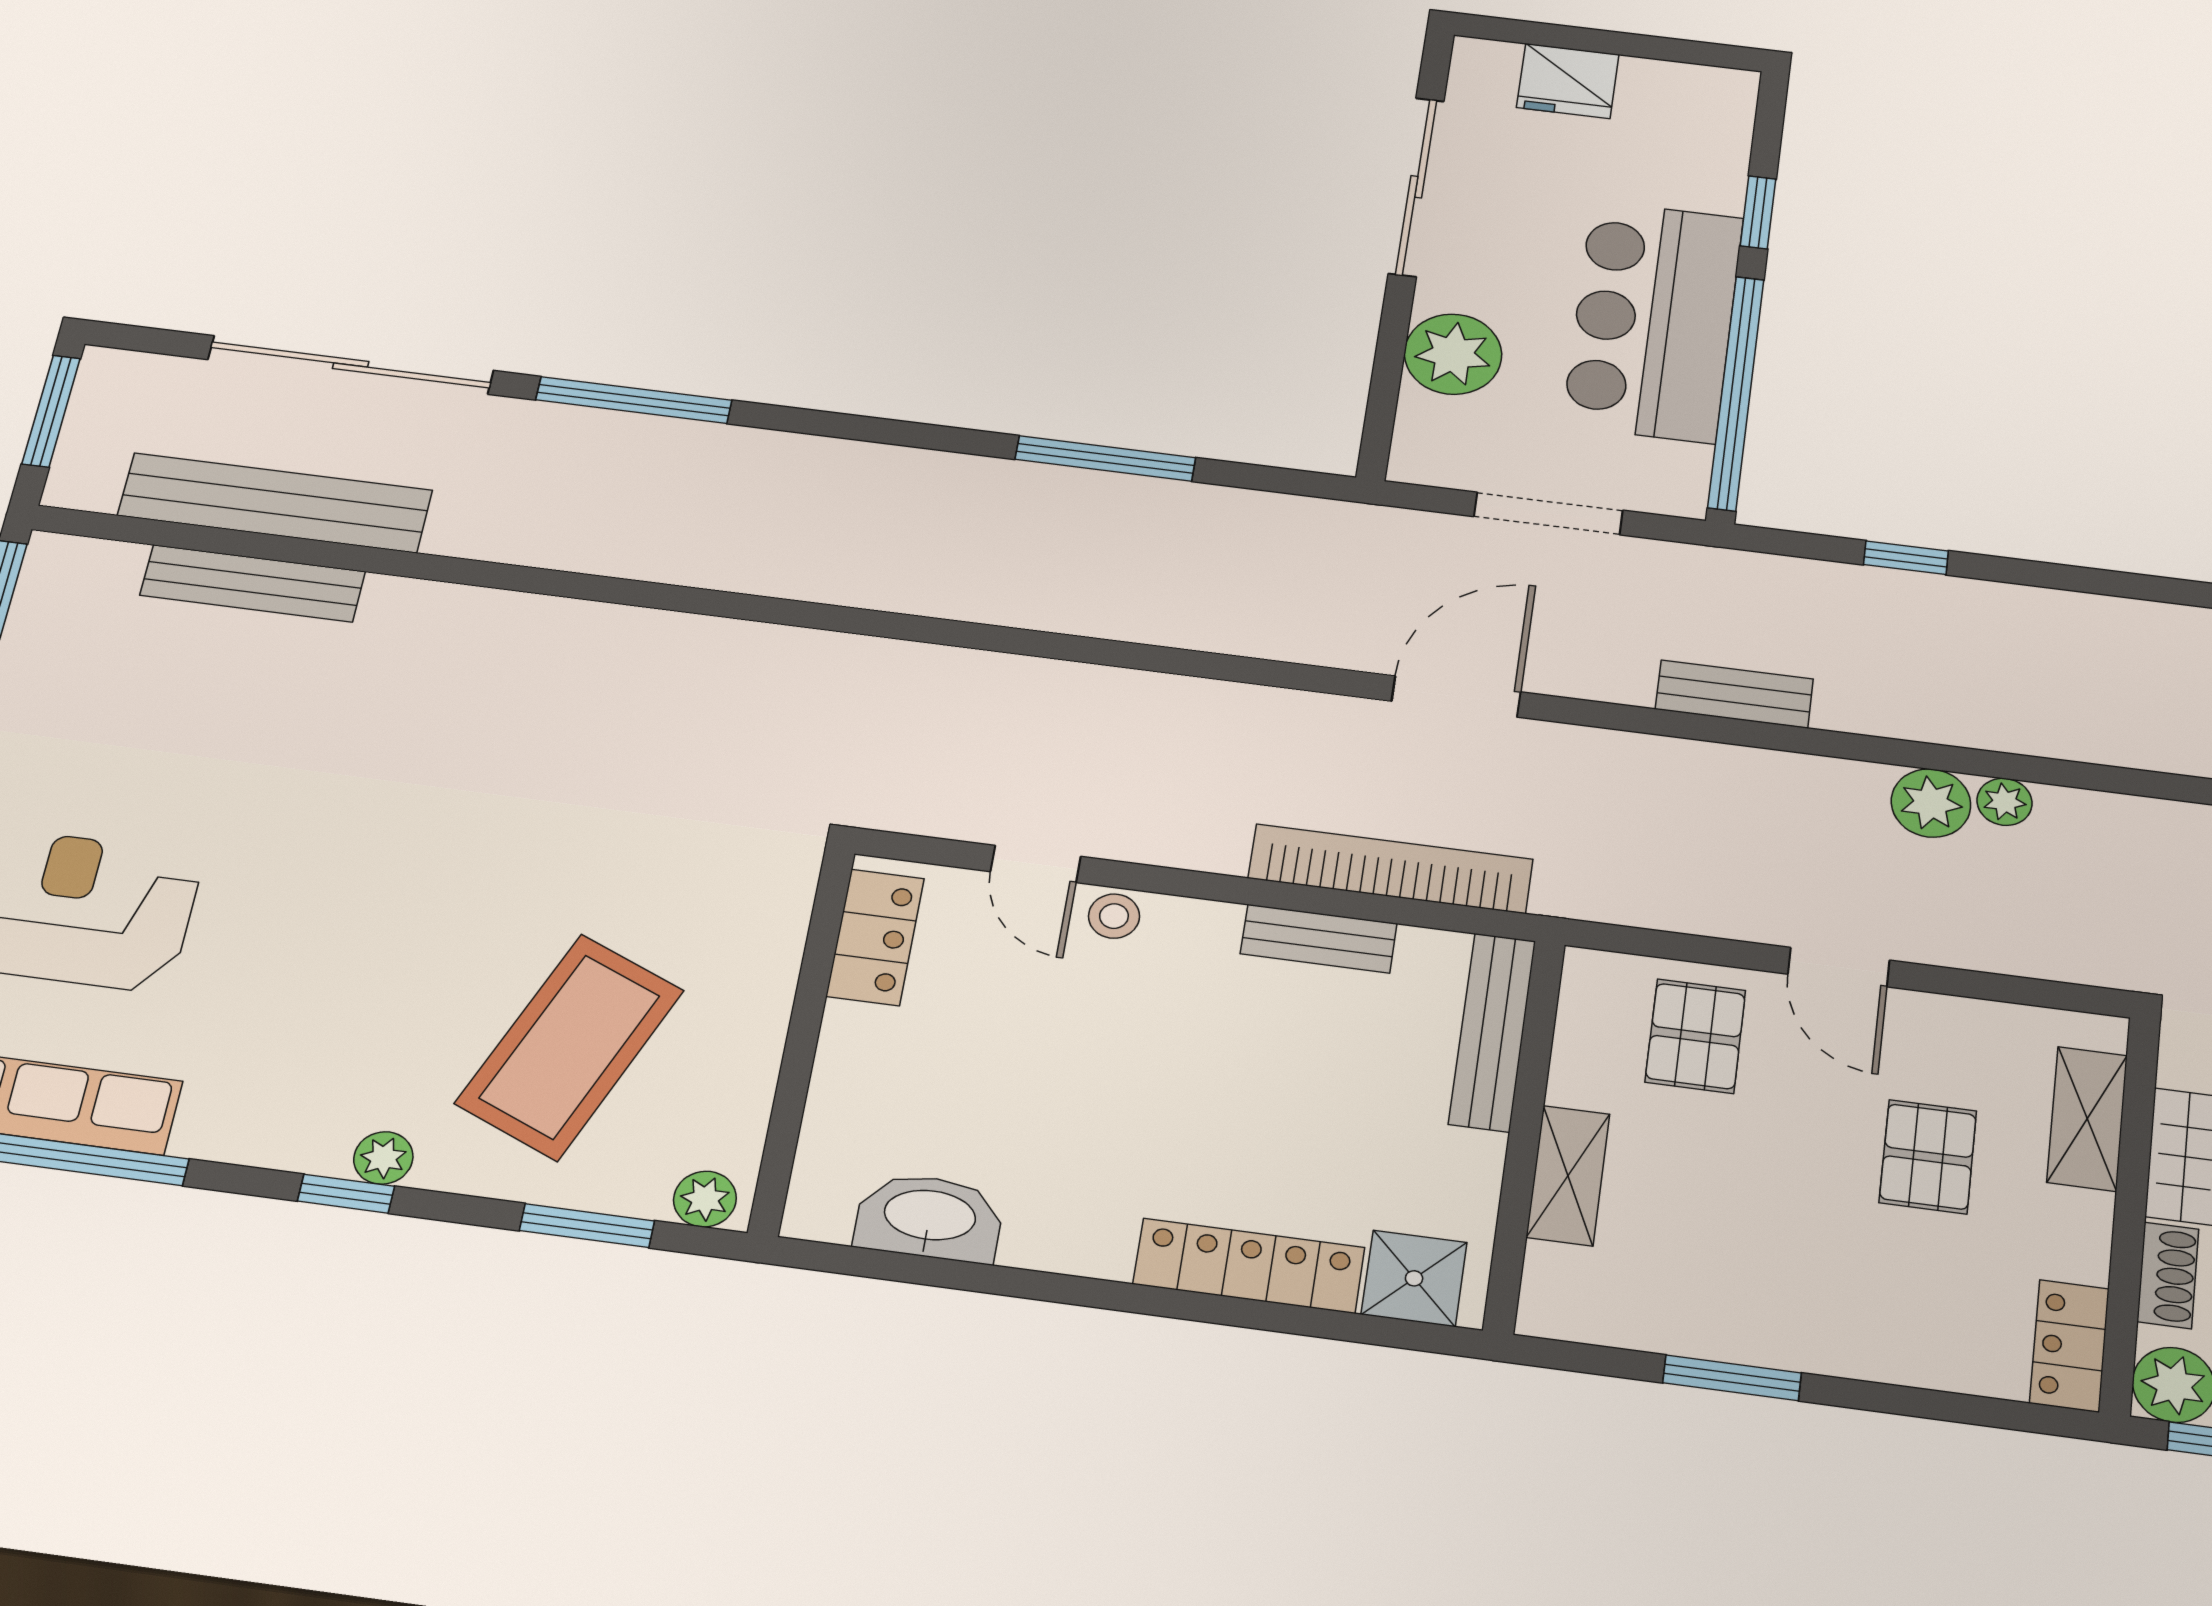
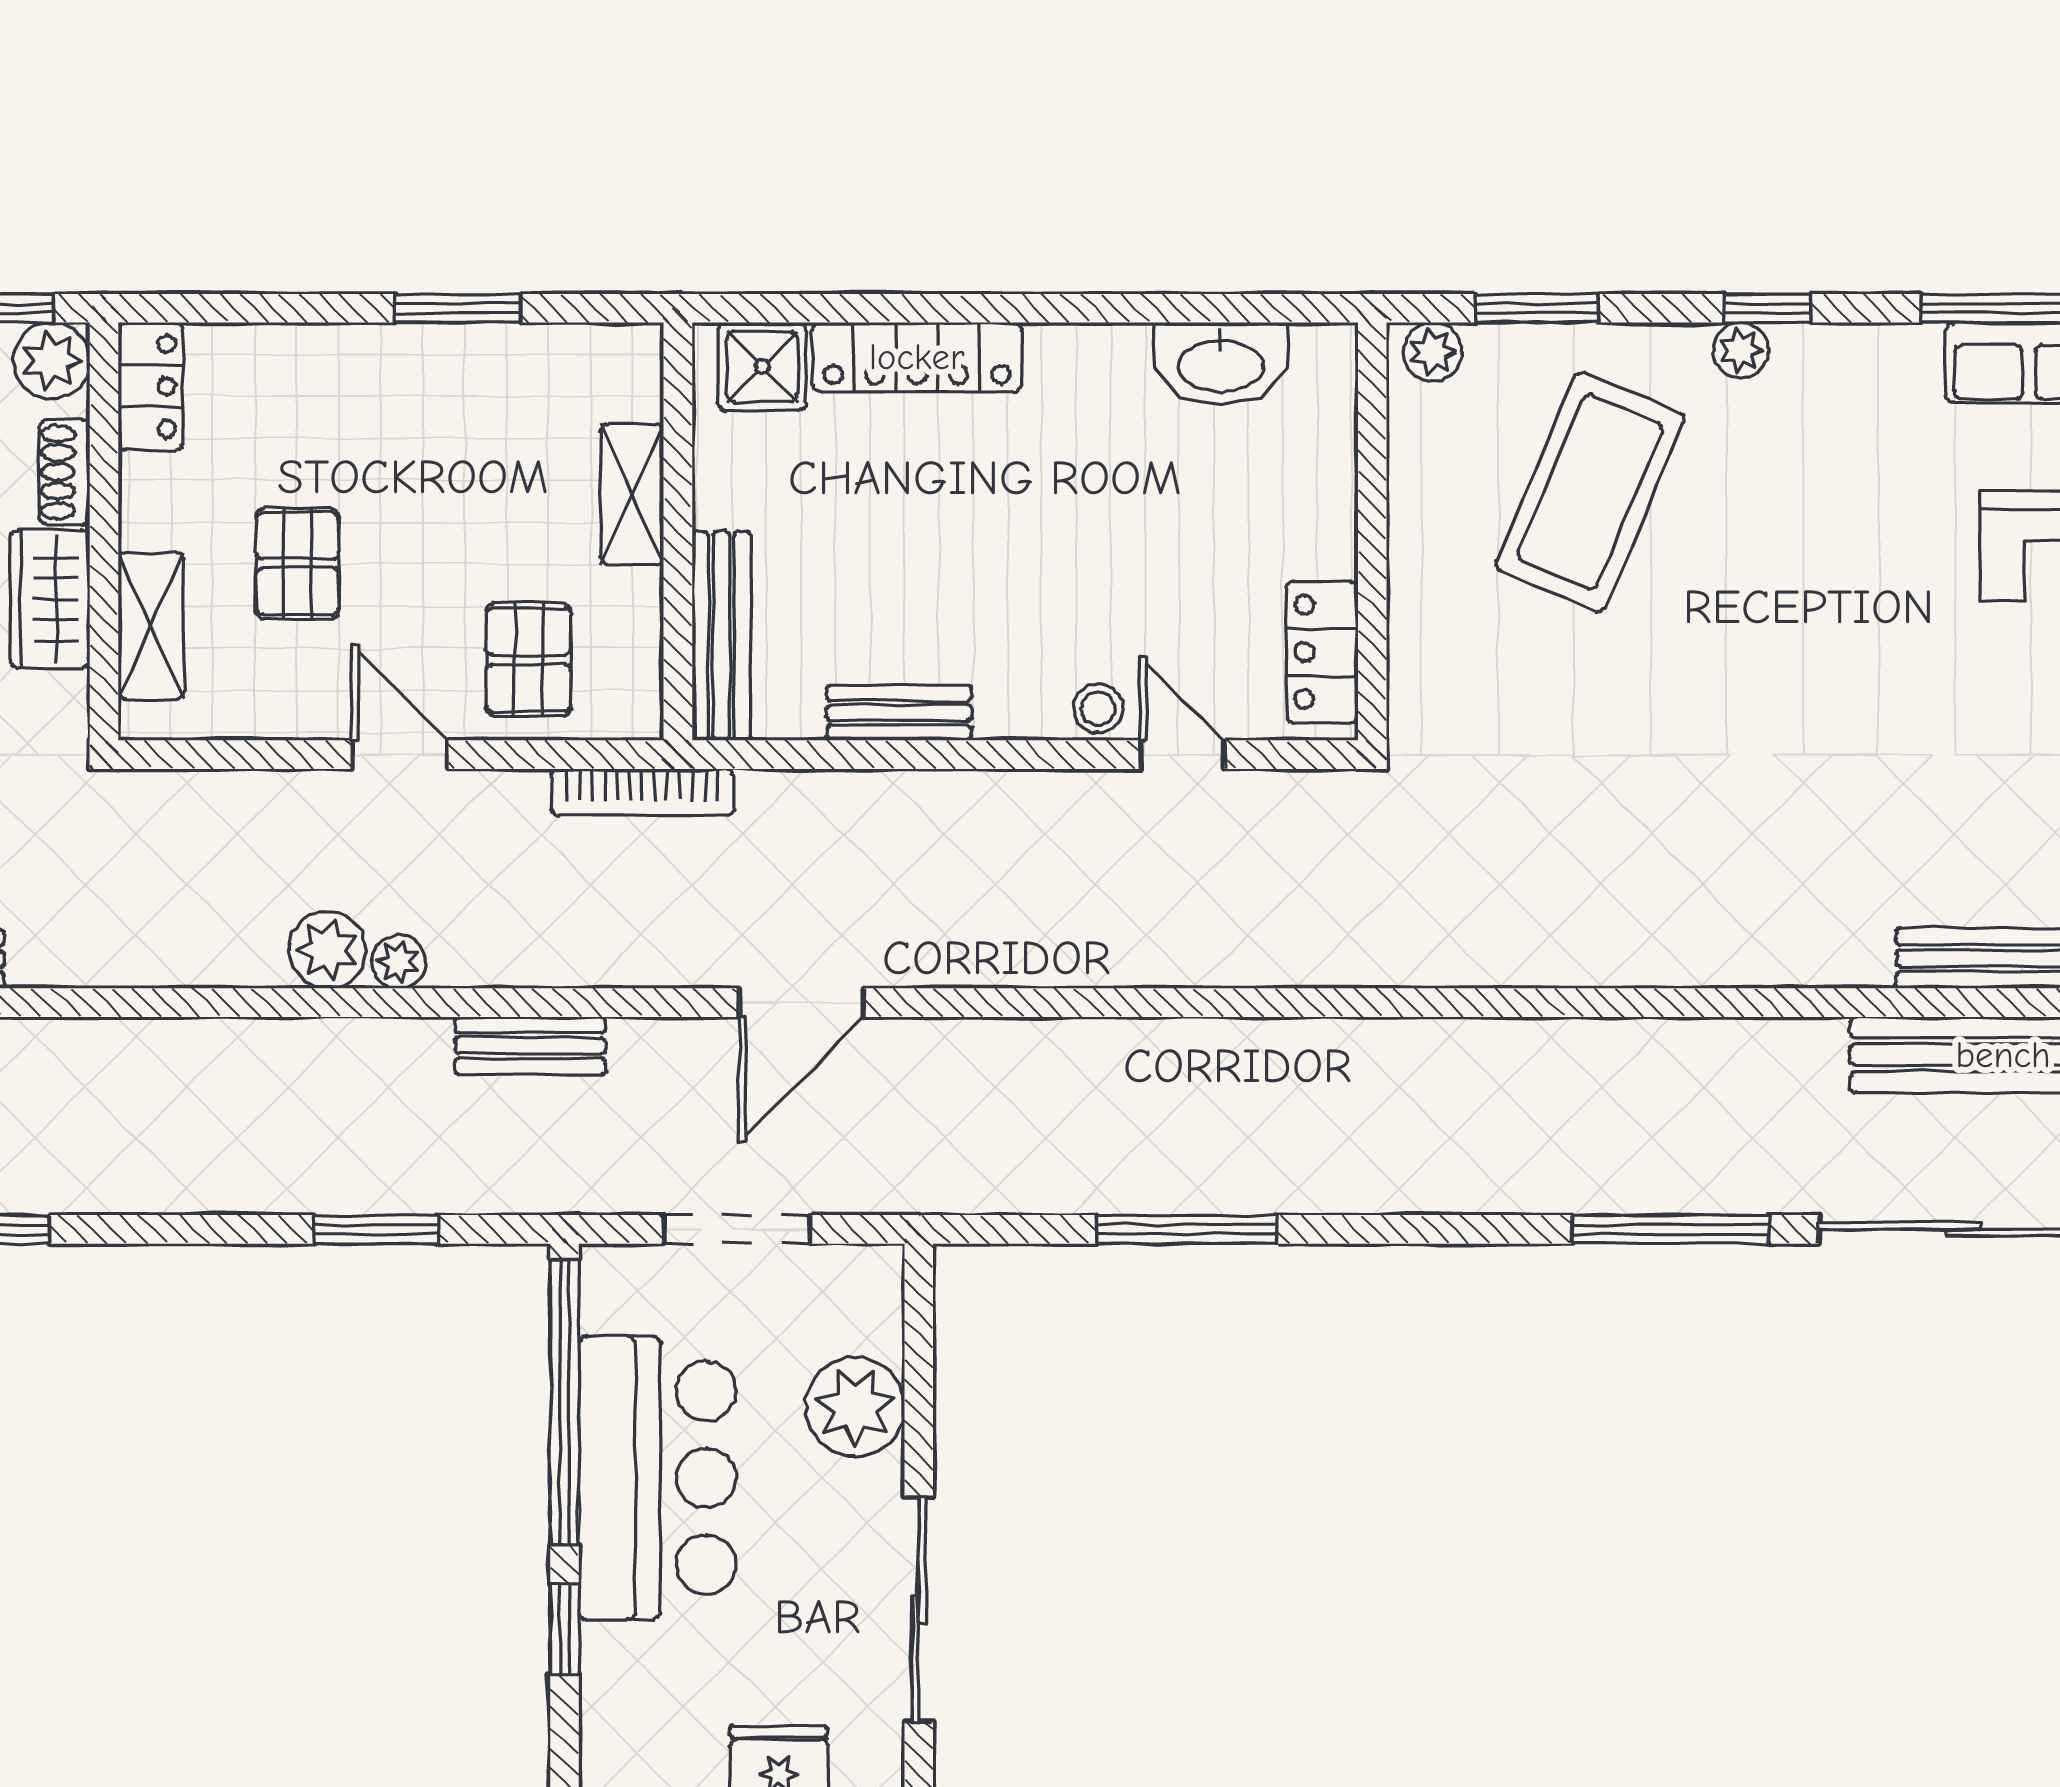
window: (1906, 558) -> (376, 1229), width x1.50
plant: (2005, 802) -> (399, 962), moved
bookcase: (1391, 869) -> (642, 792), moved, width x0.68, depth x0.76

